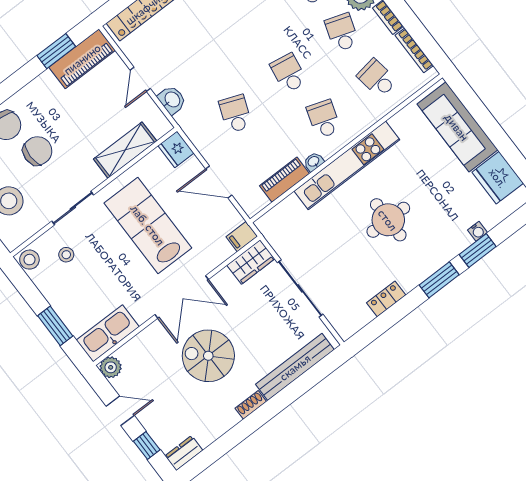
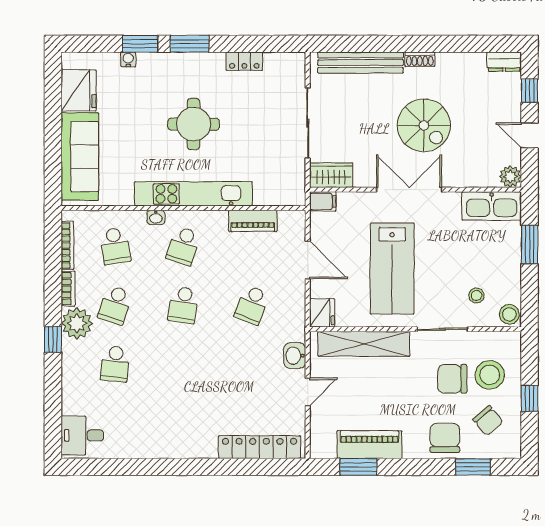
piano: (82, 59) -> (369, 445), moved
shelving: (125, 150) -> (364, 344), width x1.47
chair: (37, 151) -> (452, 379), moved
washbasin: (314, 162) -> (156, 217), moved

